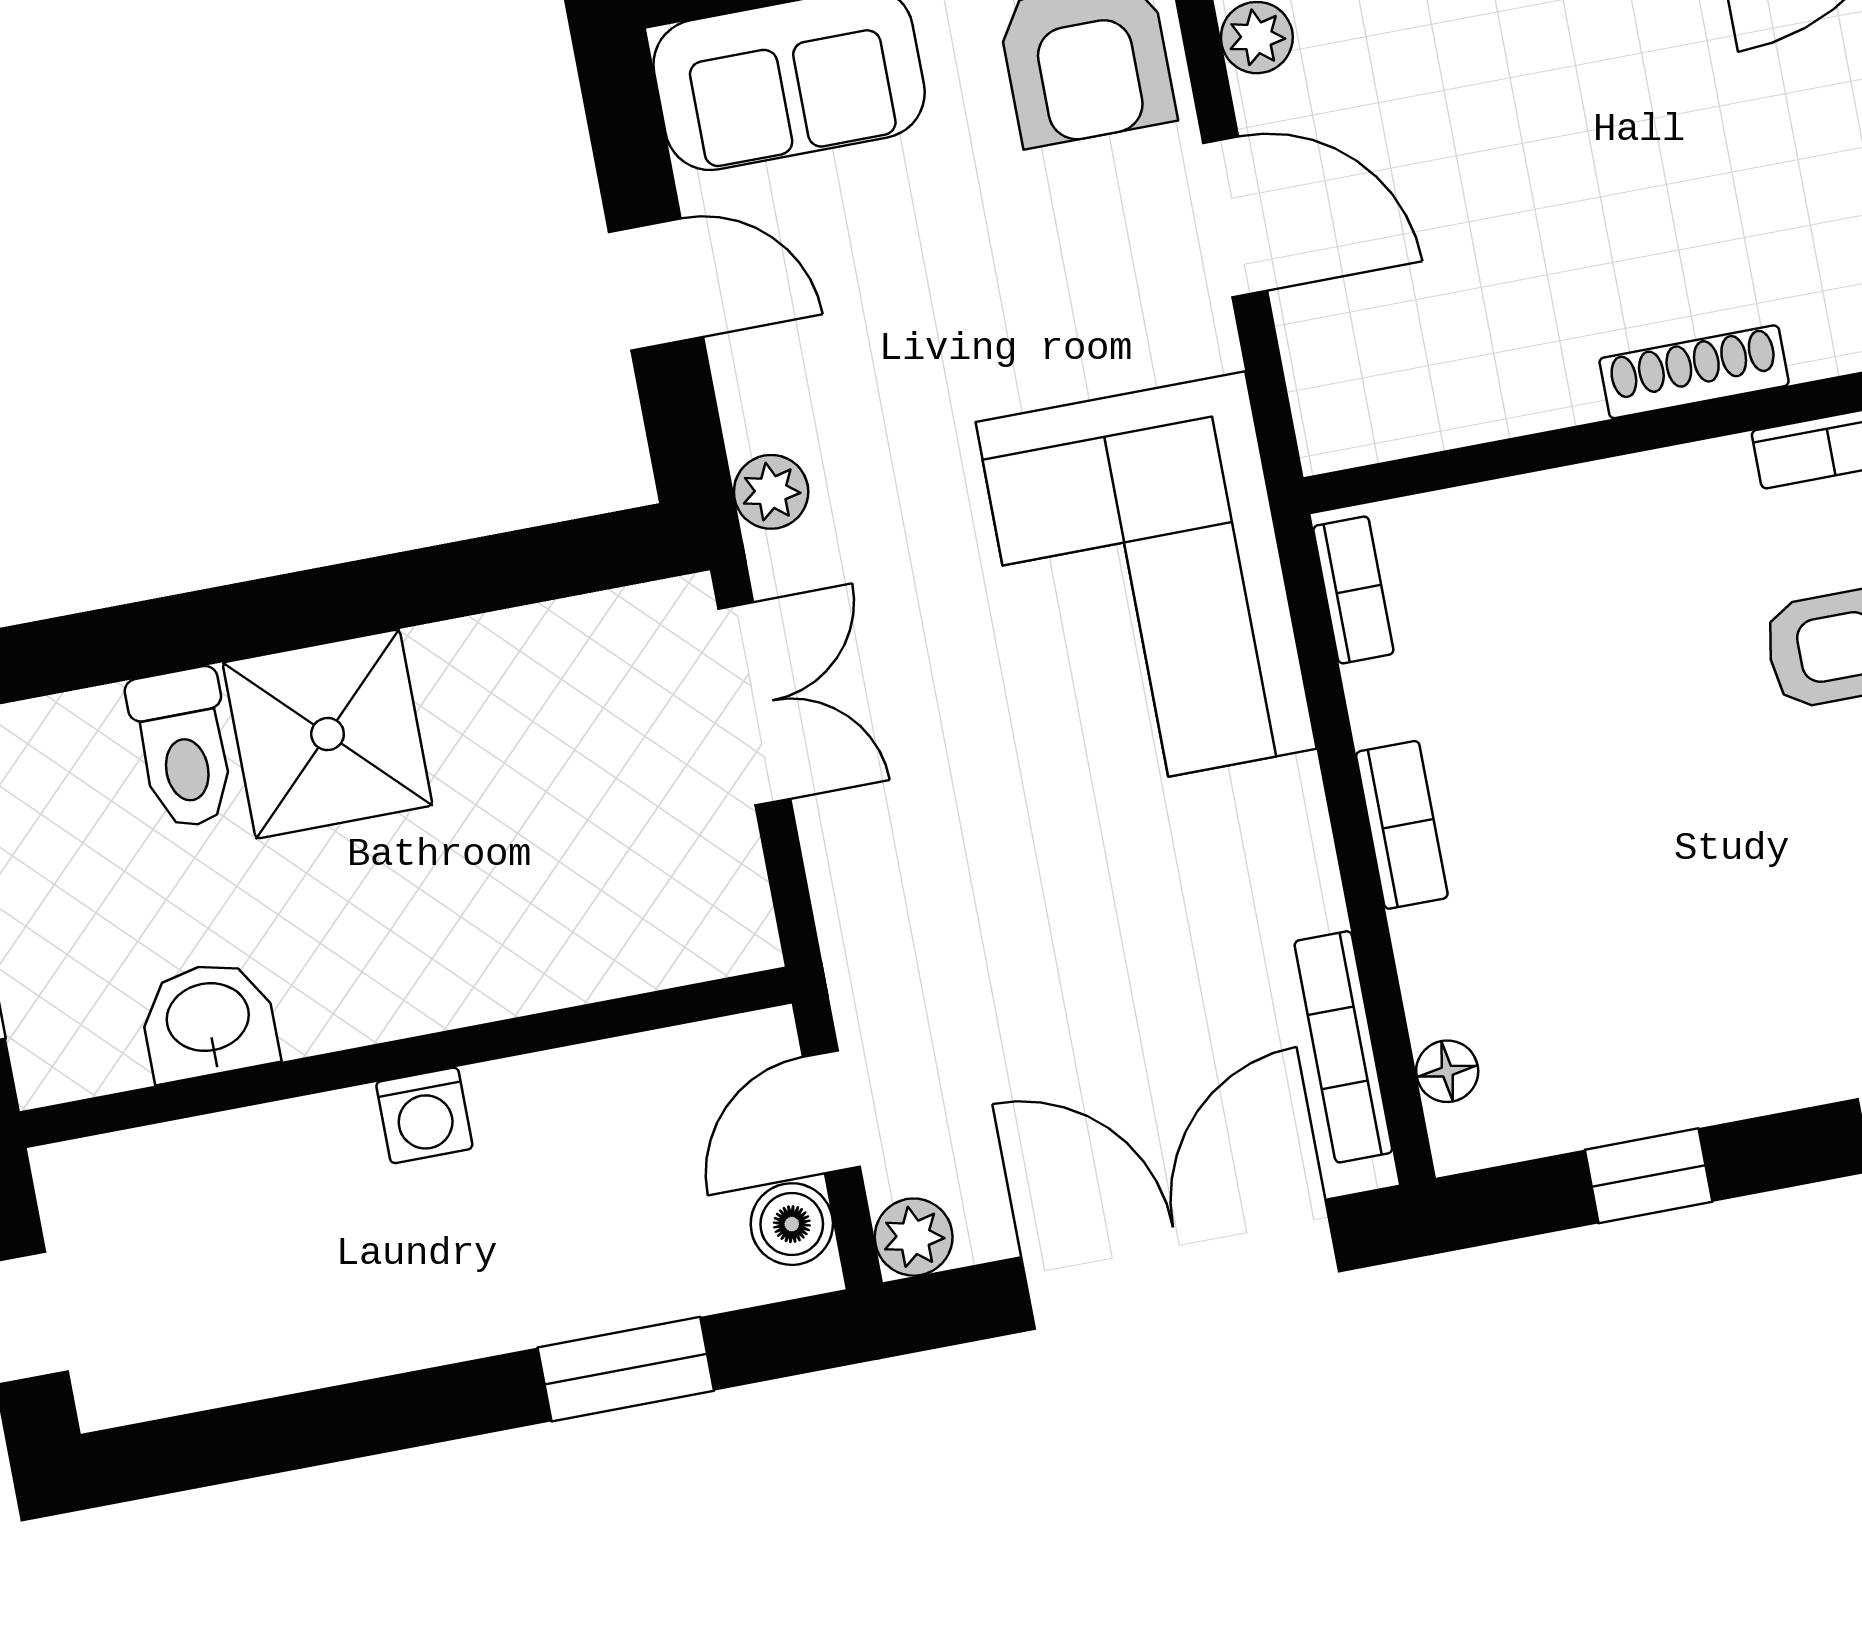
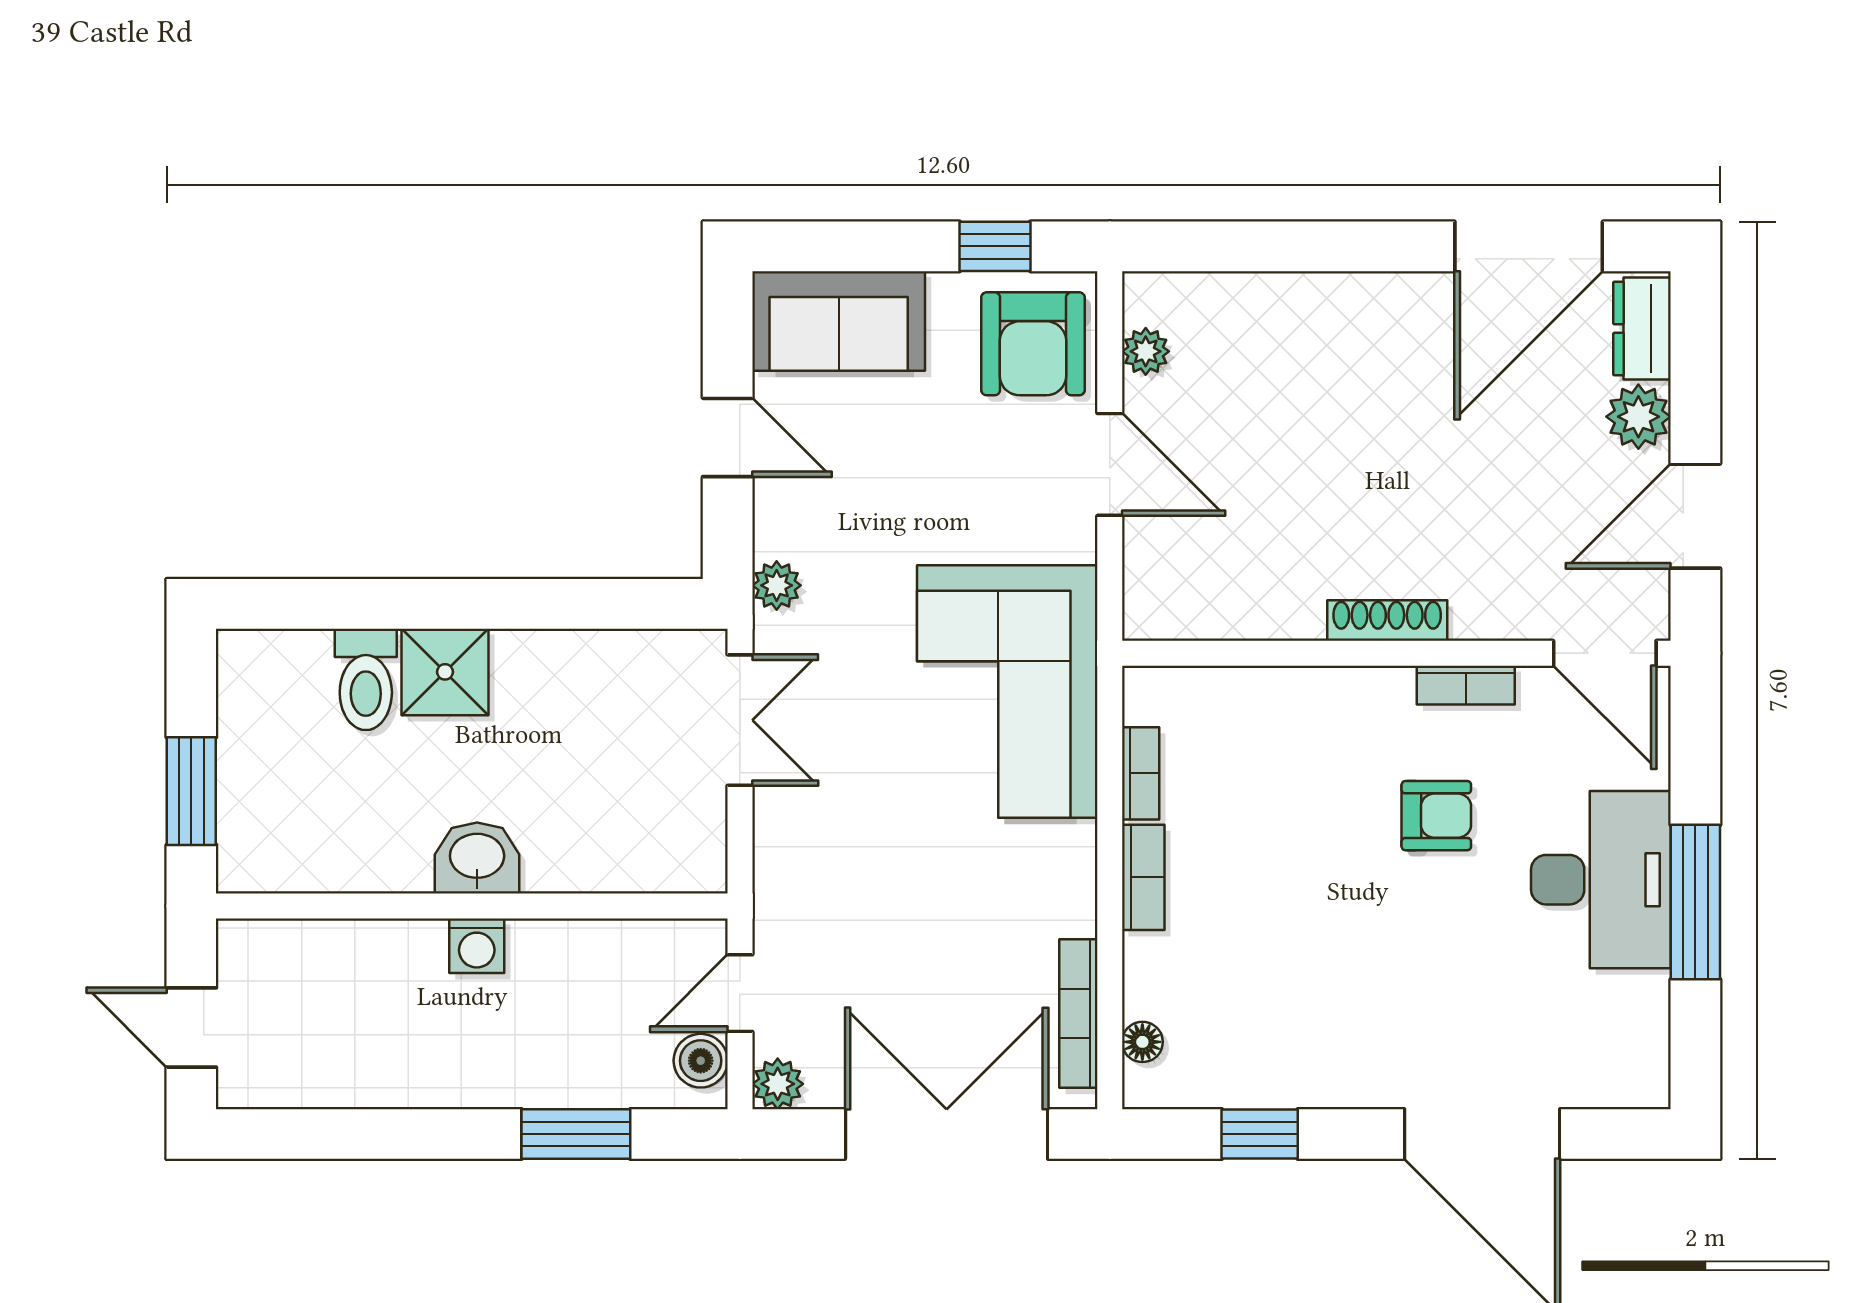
bookcase: (1353, 590) -> (1141, 773), moved
shower: (328, 734) -> (445, 672), width x0.73, depth x0.73
washbasin: (208, 1020) -> (477, 858), moved

